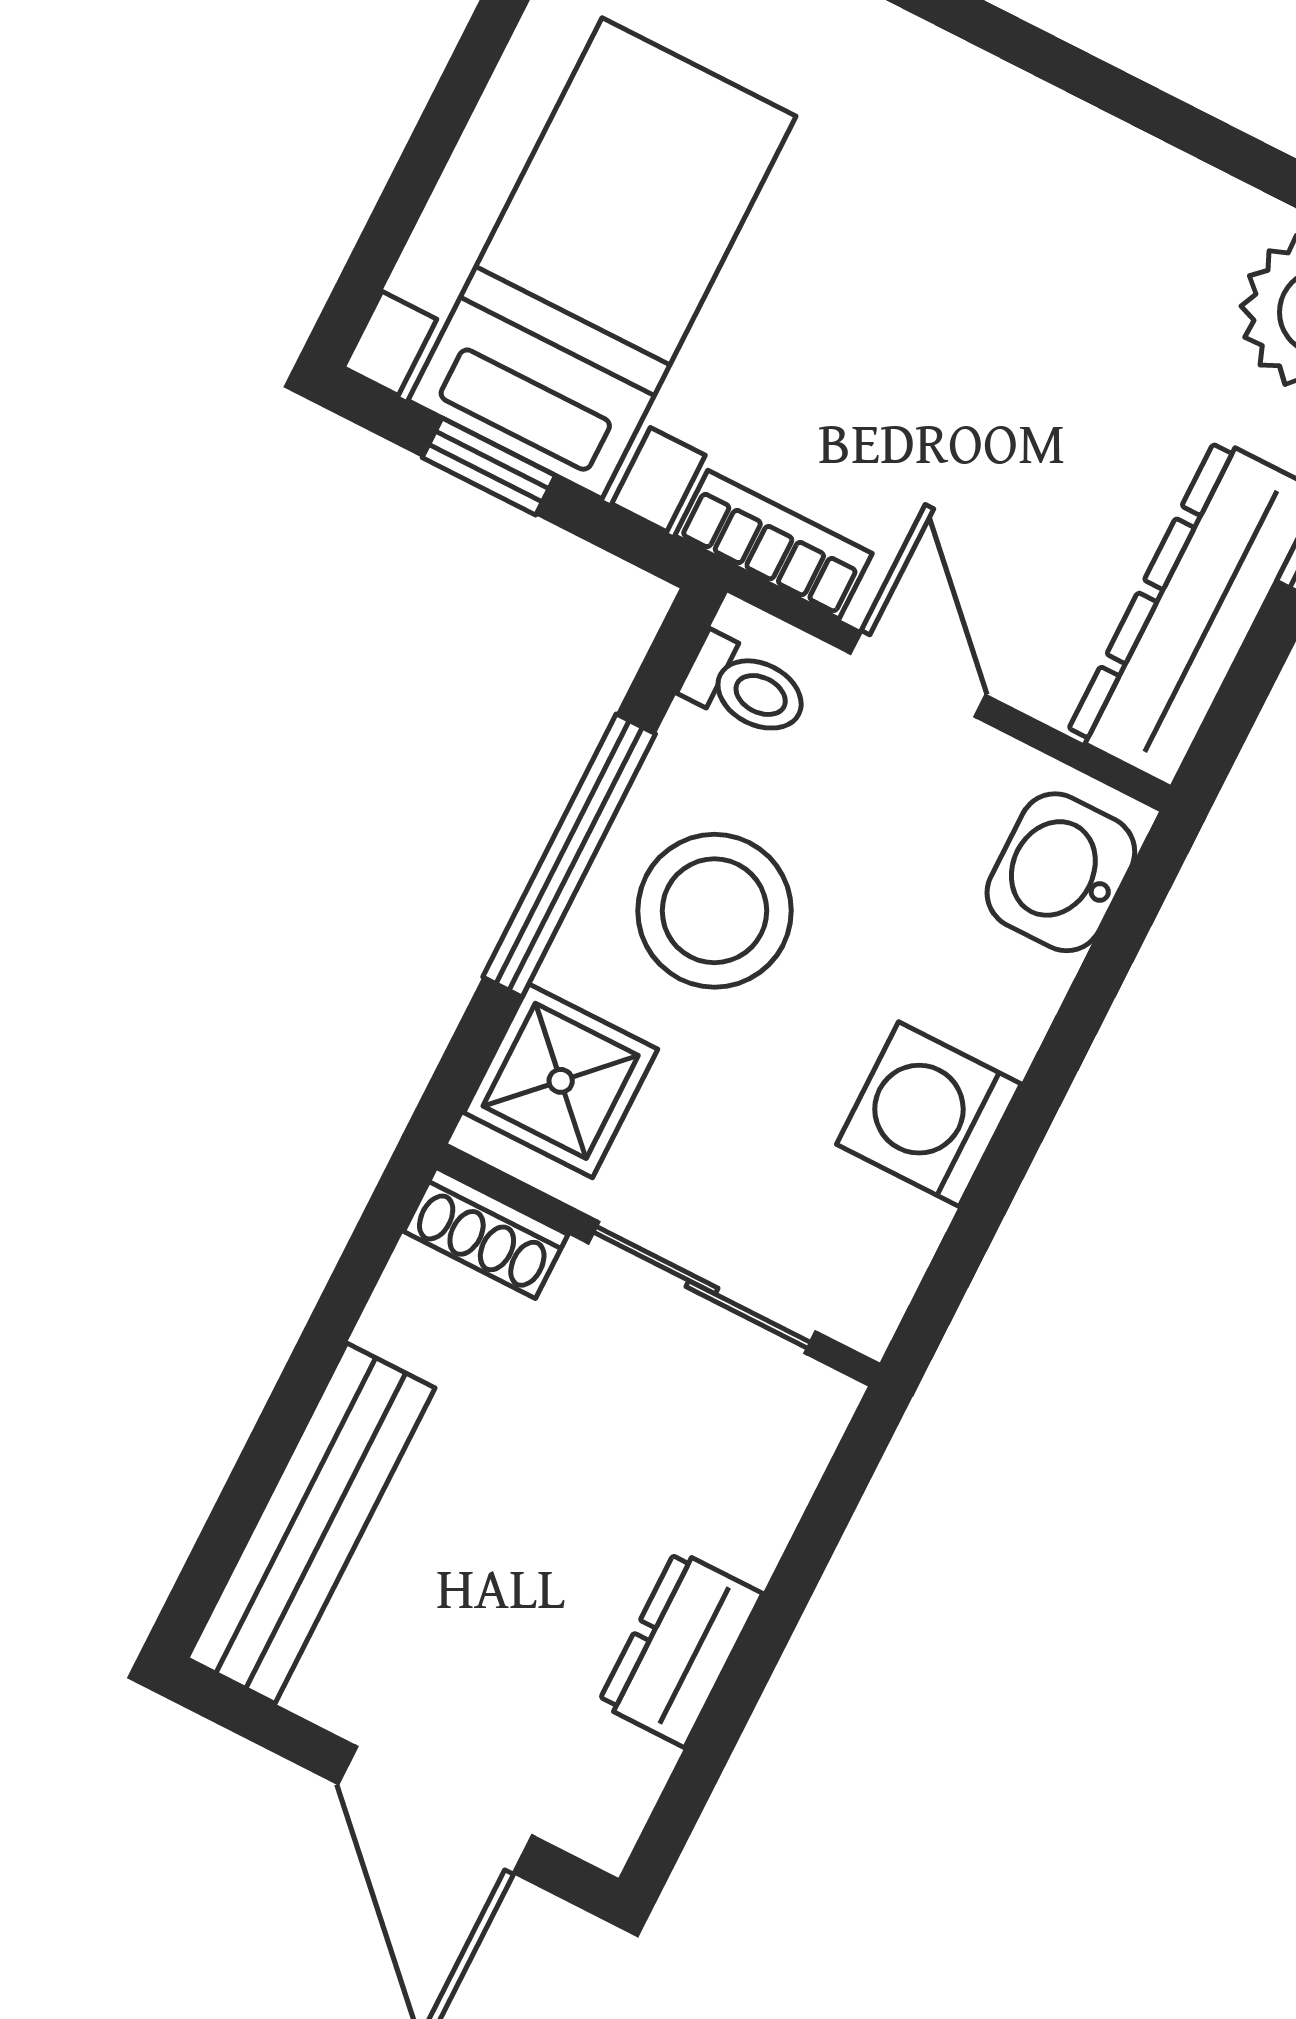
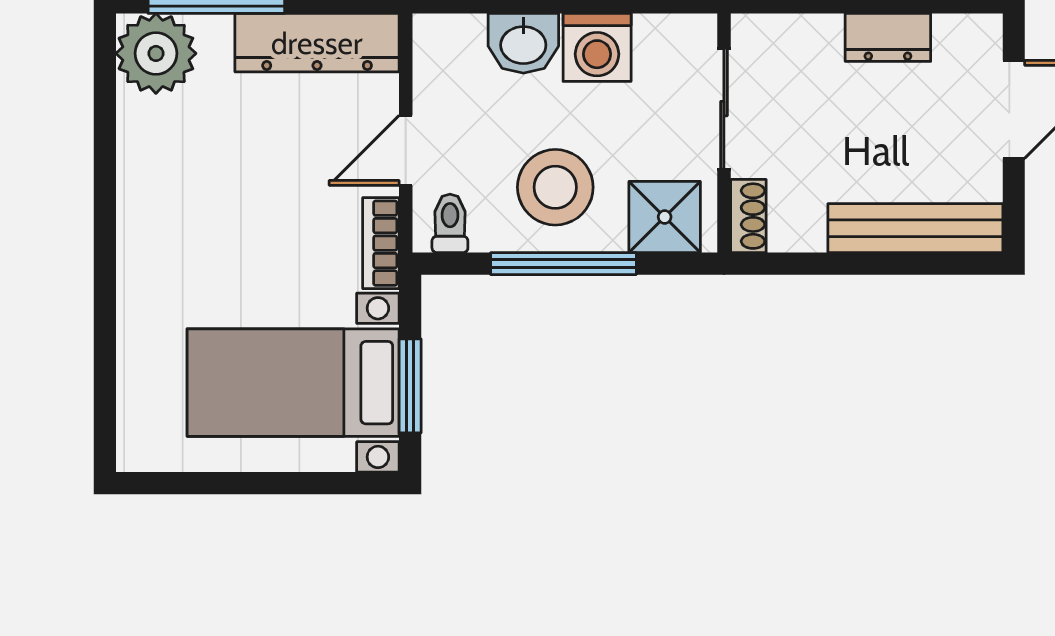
window: (489, 467) -> (410, 386), width x1.50
washbasin: (1061, 872) -> (523, 43), moved

